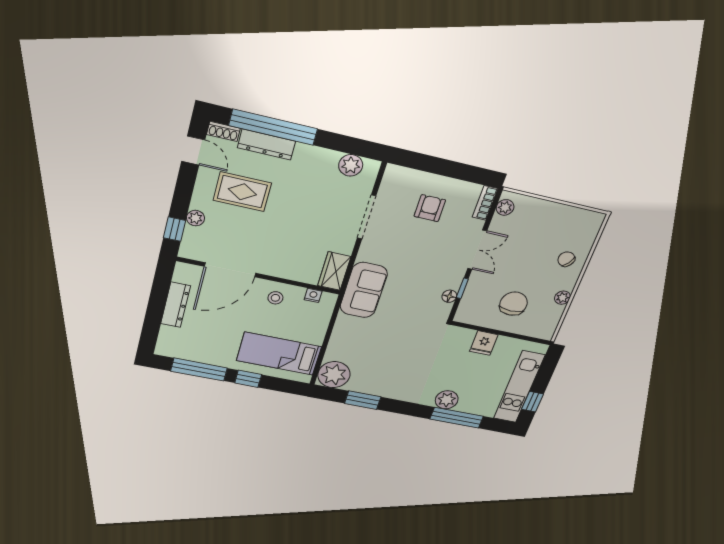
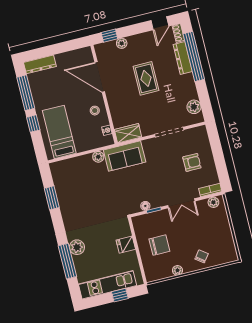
rug: (242, 192) -> (146, 78), moved
dresser: (176, 305) -> (40, 64), moved
plant: (334, 375) -> (98, 157), moved, width x0.53, depth x0.53
window: (533, 402) -> (120, 295), moved

